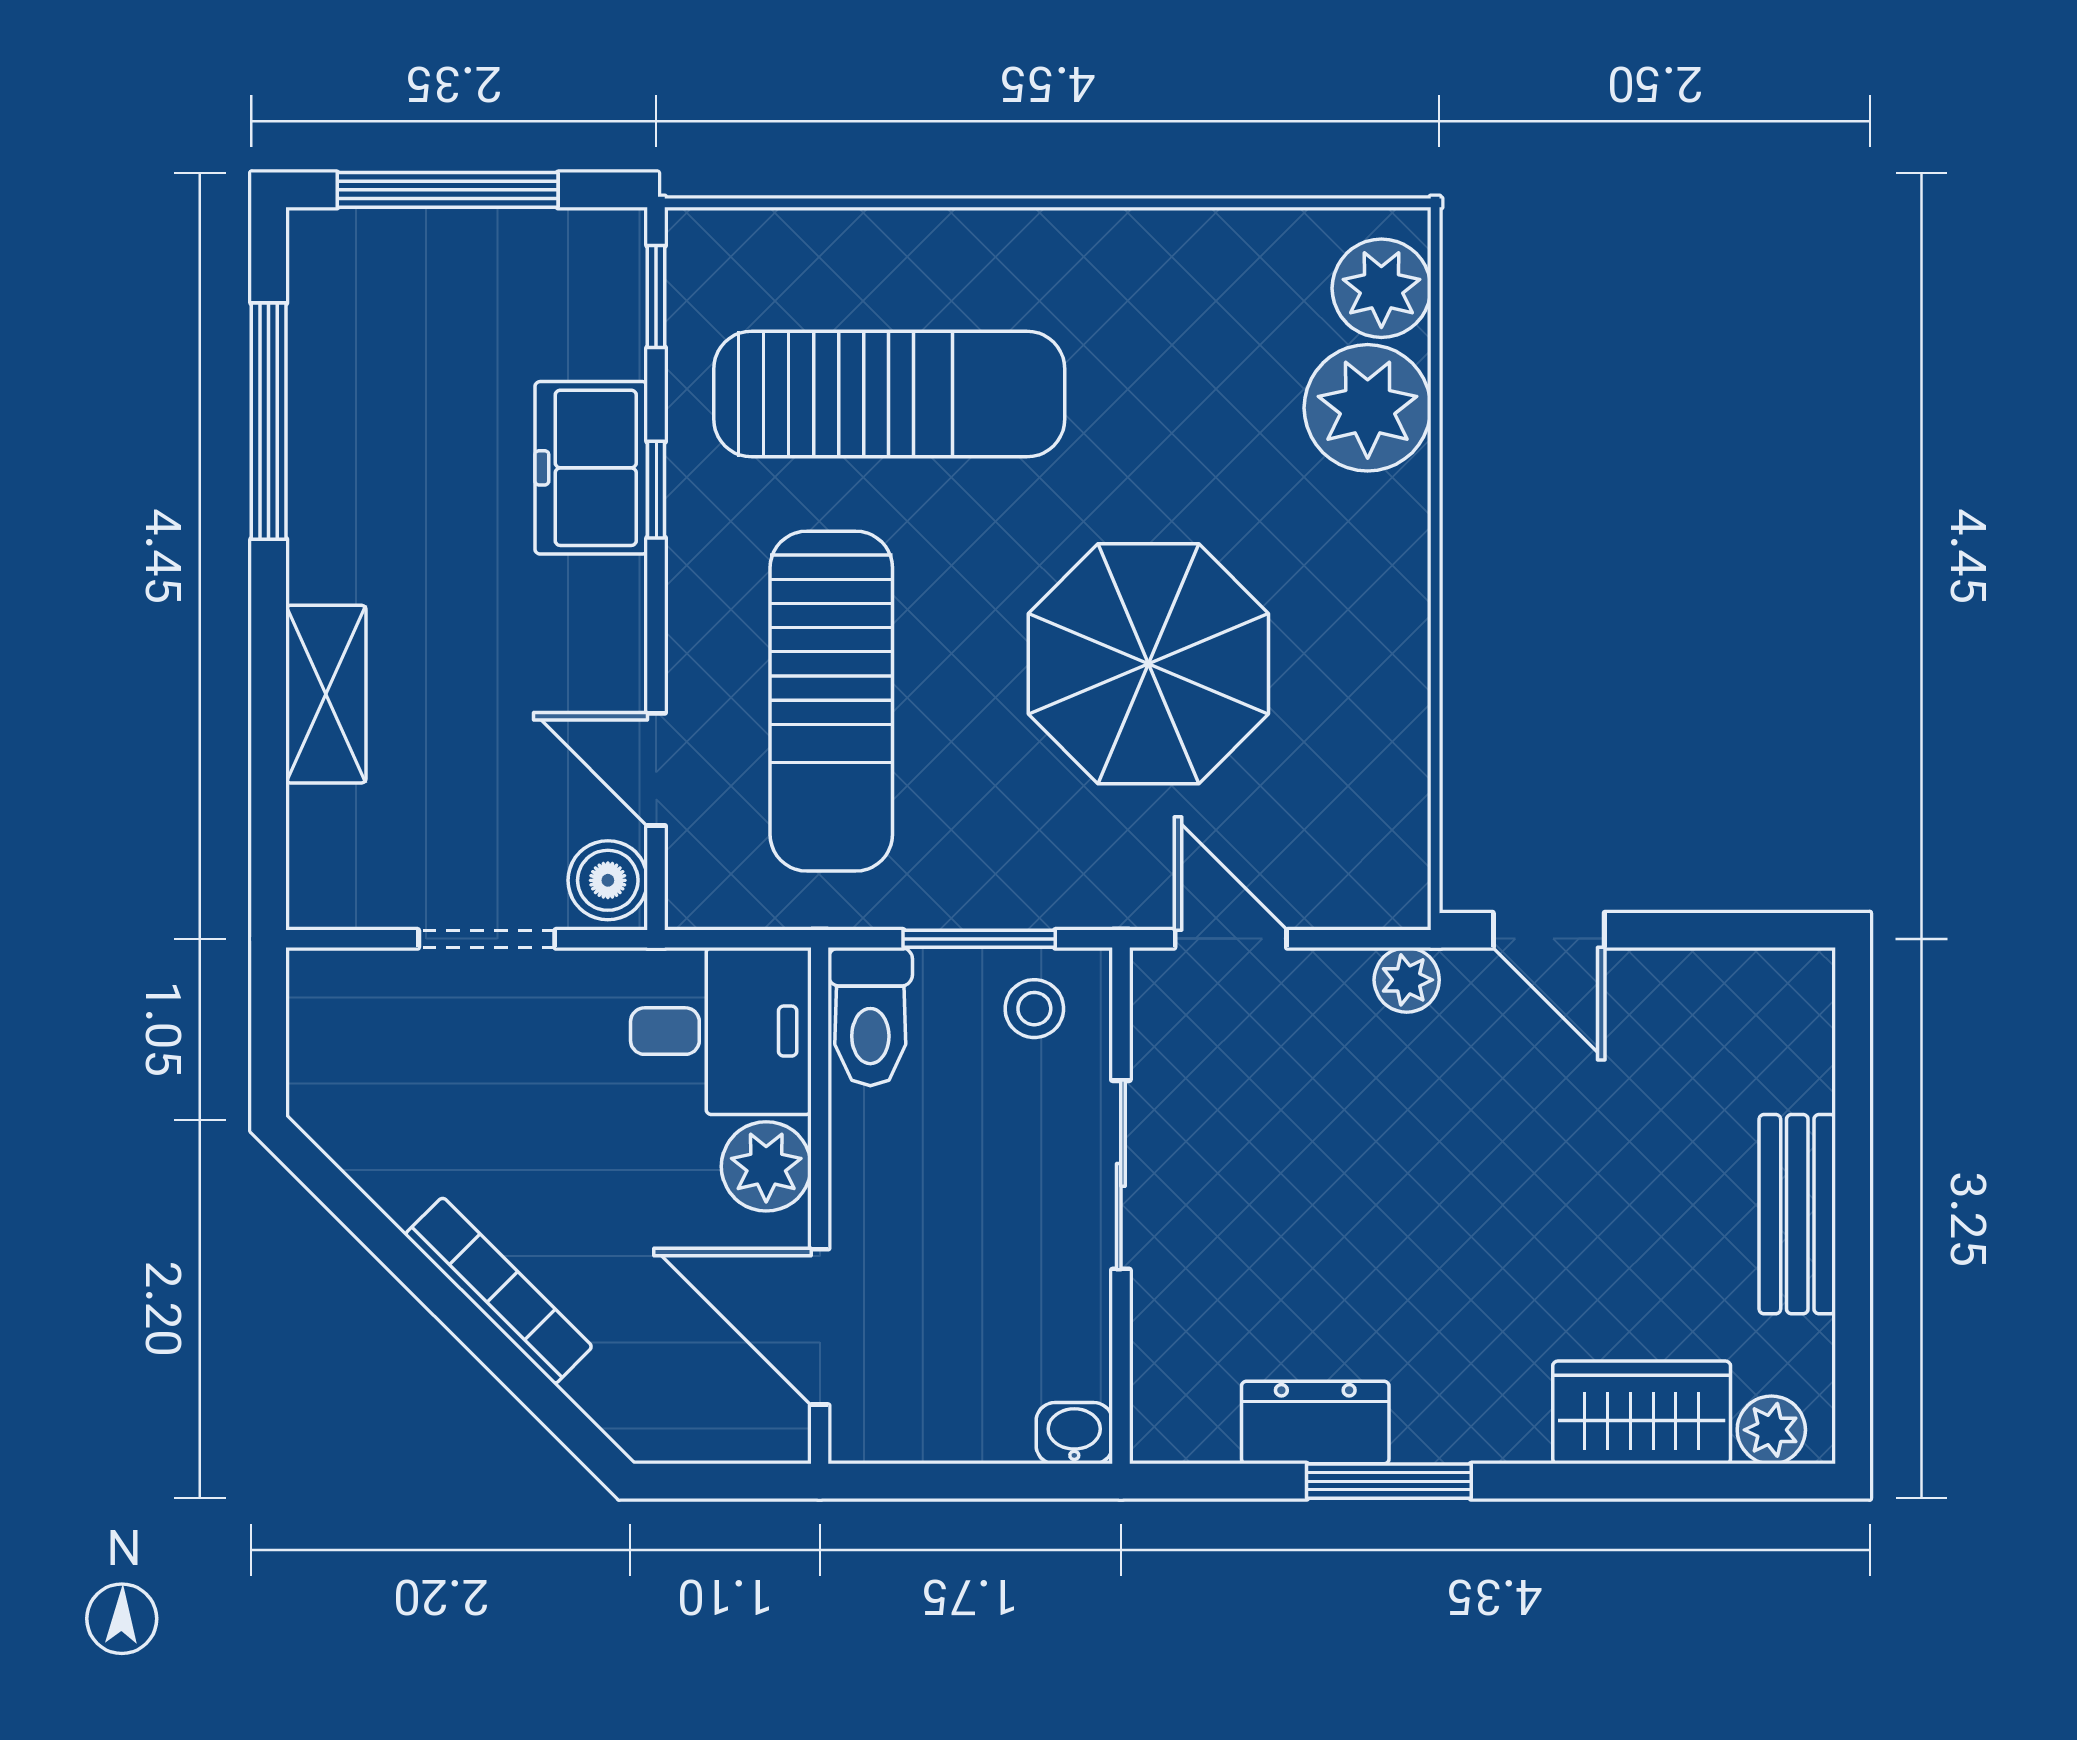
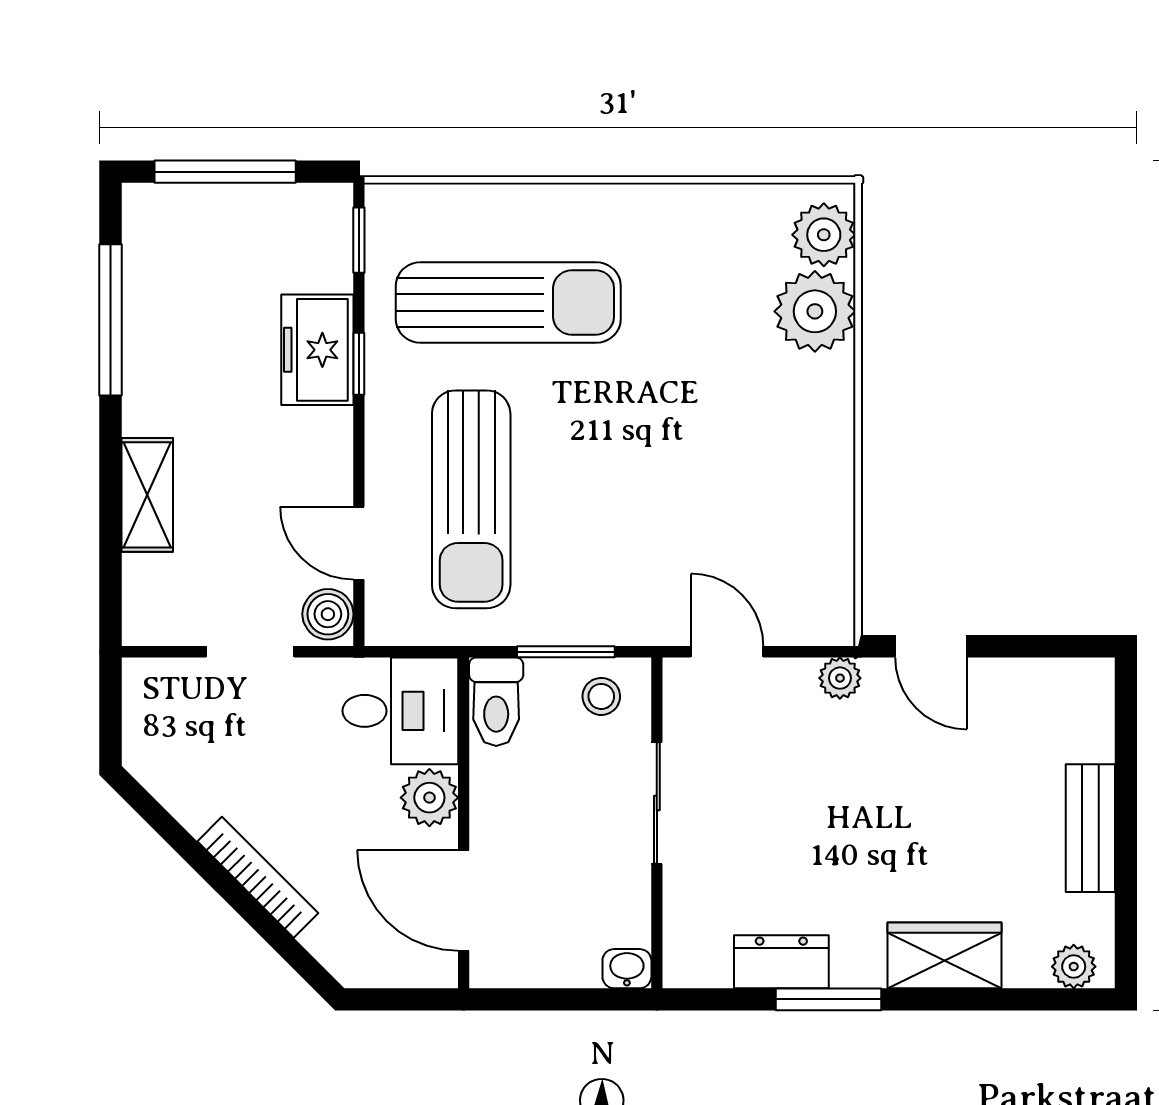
parasol: (1148, 664) -> (674, 475), removed
wardrobe: (1642, 1412) -> (945, 955), moved

